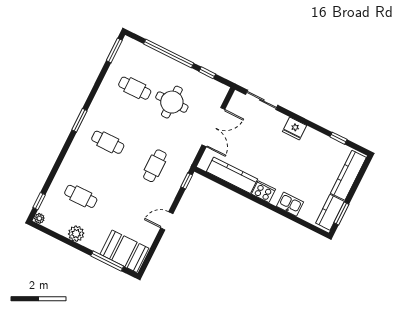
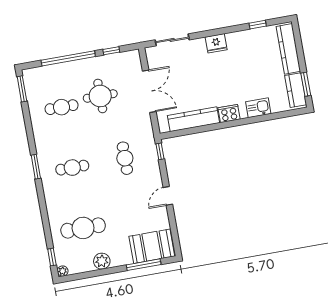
cafe table: (81, 196) -> (83, 228), width x1.37, depth x1.35

